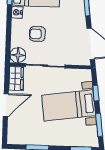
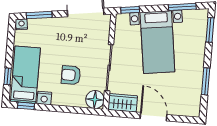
armchair: (37, 34) -> (71, 75), turned 90
window: (96, 93) -> (130, 10), moved

